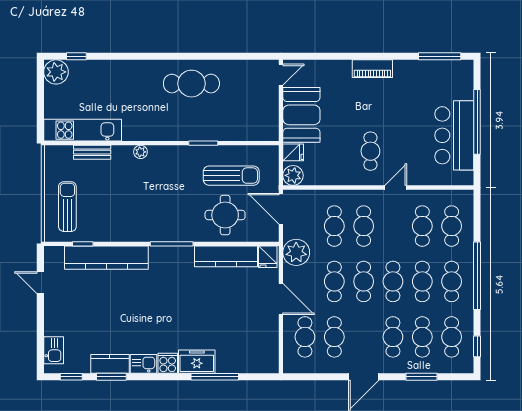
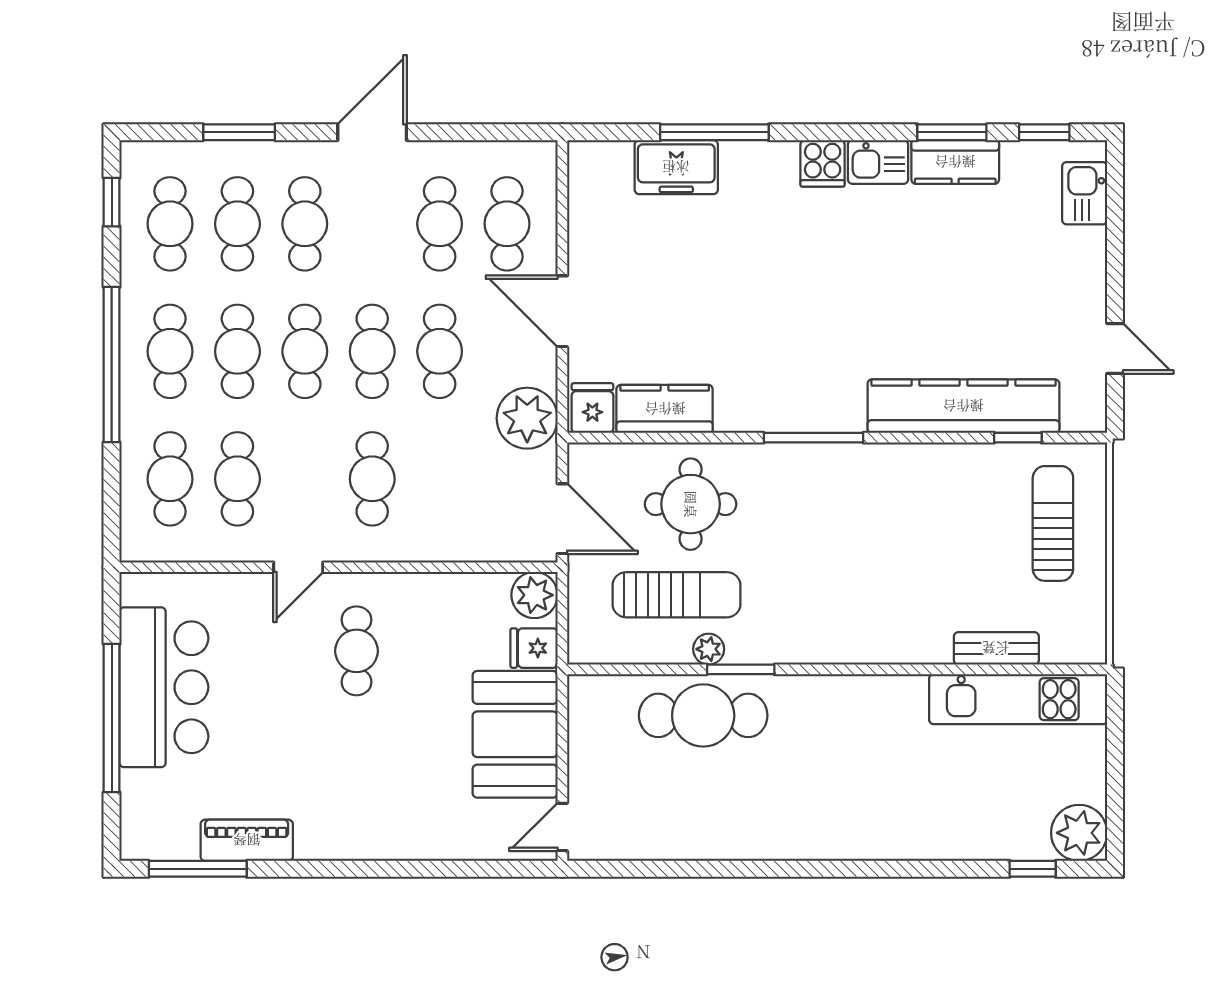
piano: (372, 69) -> (247, 840), moved
cafe table: (191, 84) -> (703, 715), moved
plant: (140, 152) -> (709, 649), moved
sun lounger: (231, 176) -> (677, 595), turned 180
sun lounger: (67, 207) -> (1053, 523), turned 180
cafe table: (334, 226) -> (440, 479), removed
kitchen counter: (226, 256) -> (665, 409), width x0.67
freezer: (197, 362) -> (676, 167), moved

